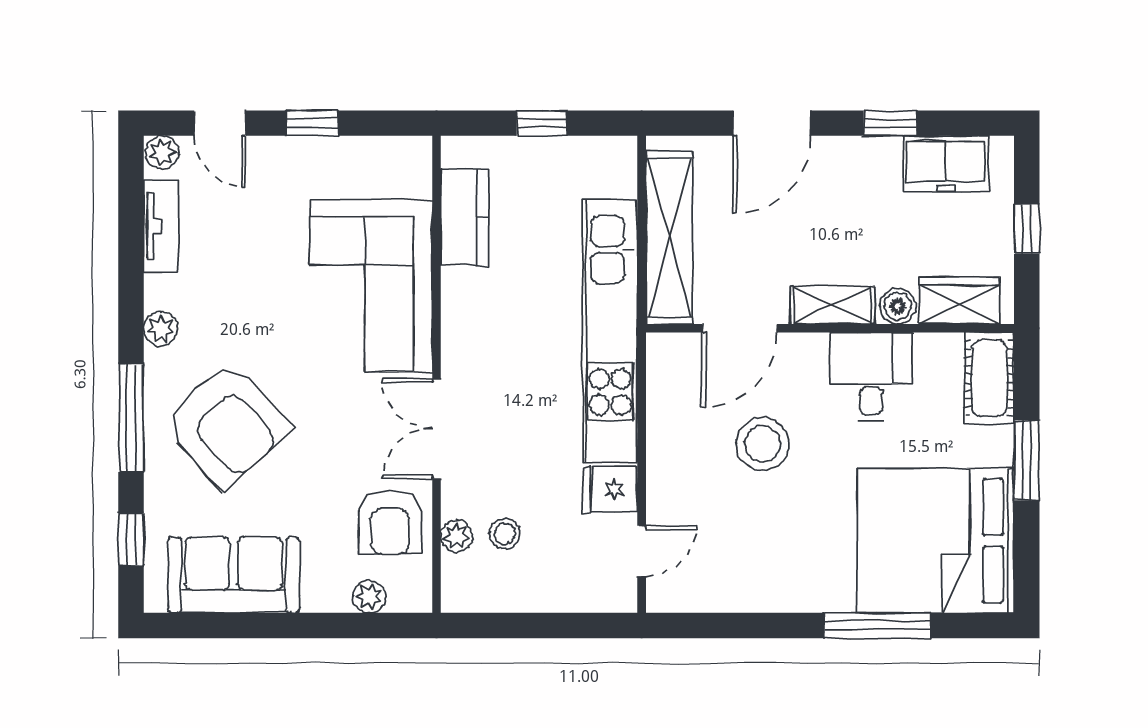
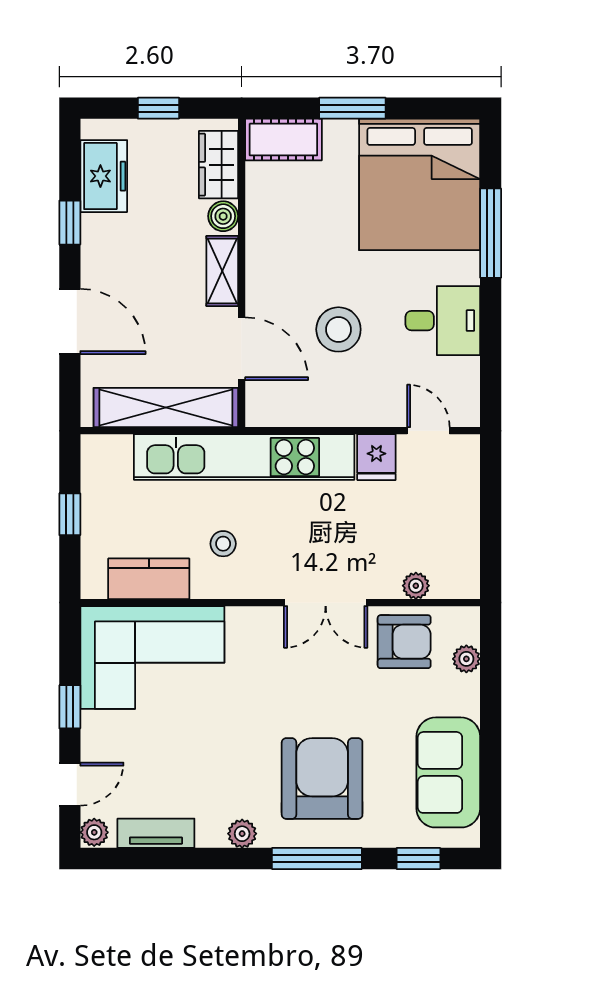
corner sofa: (371, 286) -> (152, 657), moved
desk: (871, 377) -> (443, 321), moved, turned 180
armchair: (226, 424) -> (322, 779), turned -48
stool: (505, 534) -> (223, 544), moved

